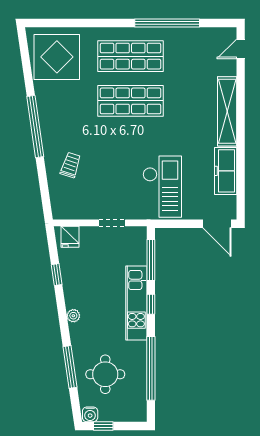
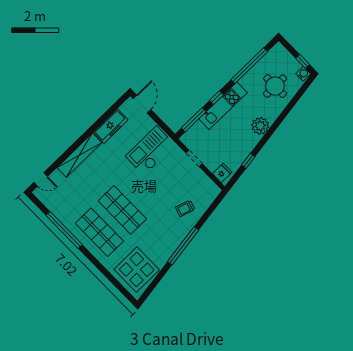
plant: (73, 316) -> (260, 126), width x1.87, depth x1.87
window: (70, 367) -> (289, 108), removed

